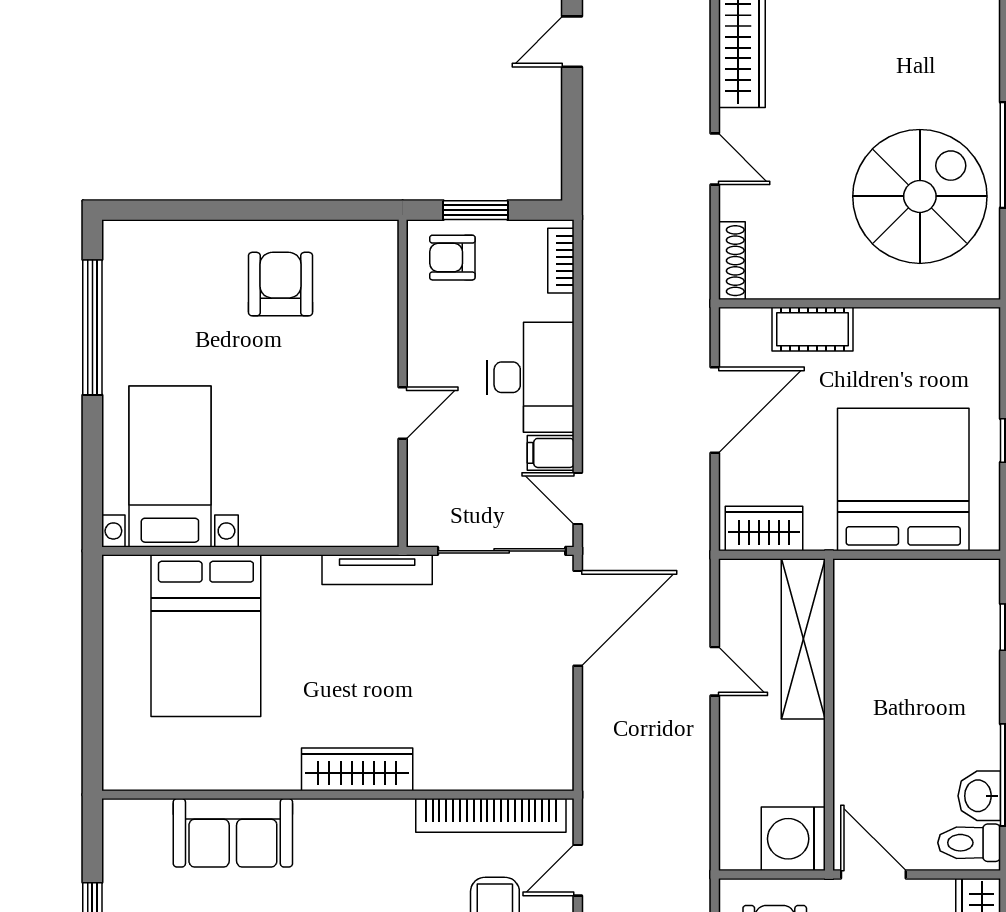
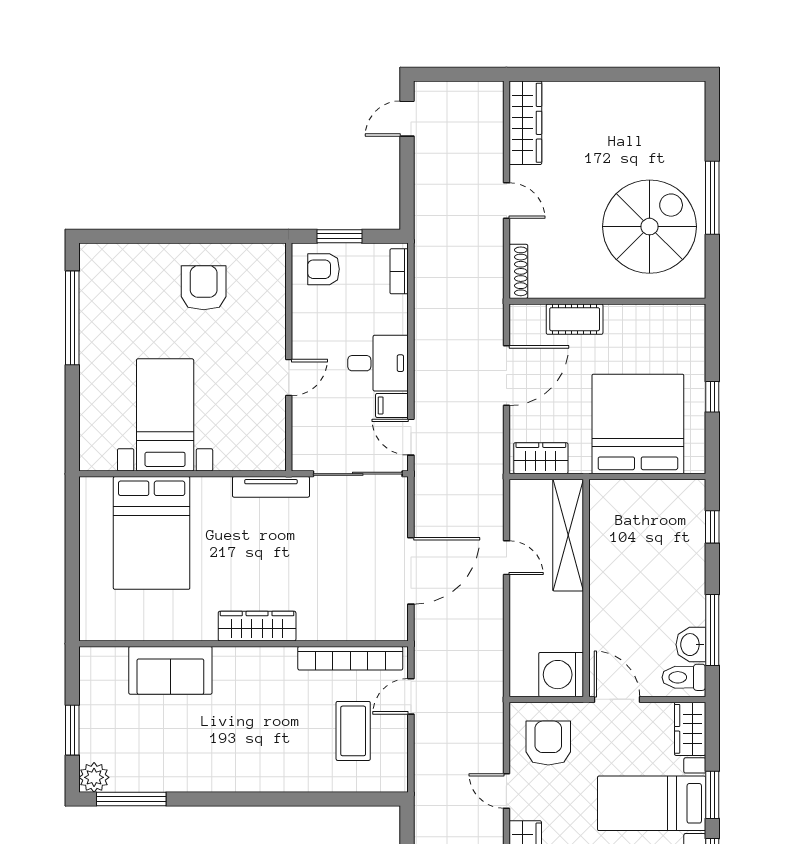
desk: (531, 377) -> (378, 363), width x0.73
bed with nightstands: (170, 466) -> (165, 415), moved
door: (578, 618) -> (411, 571), moved

